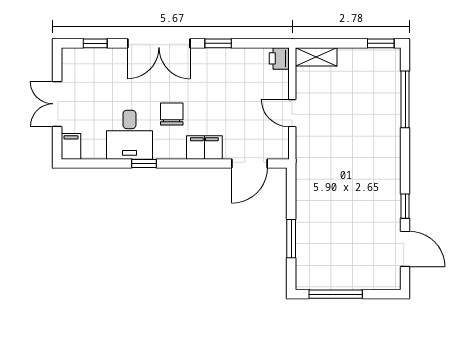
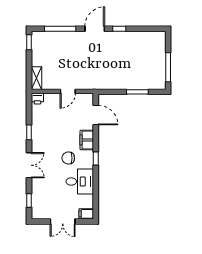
double door: (159, 43) -> (29, 165), width x0.73
window: (144, 163) -> (96, 158), moved
door: (405, 249) -> (95, 29), moved

